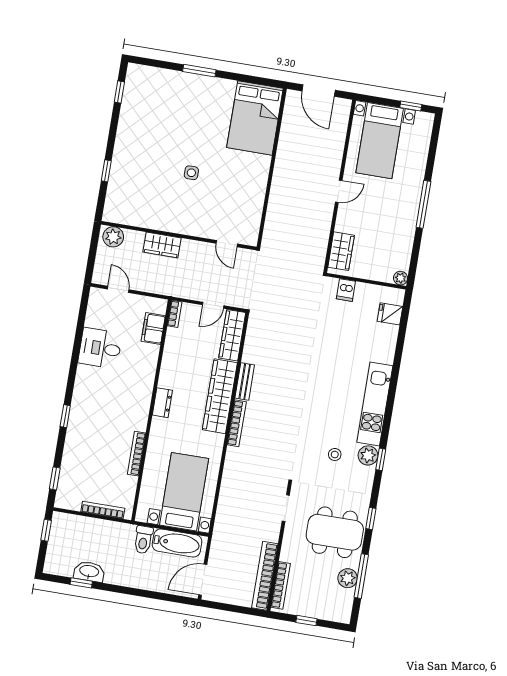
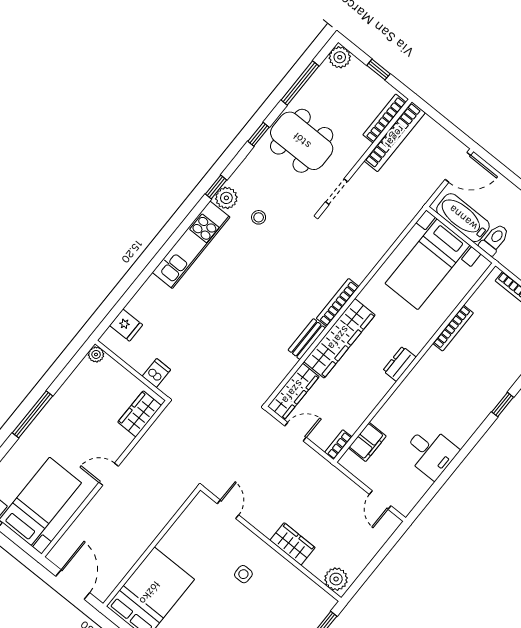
wall: (179, 236) -> (271, 544), moved
plant: (113, 237) -> (336, 579), moved
door: (227, 244) -> (228, 509), moved
wardrobe: (162, 245) -> (293, 544), moved
plant: (348, 578) -> (340, 57), moved

